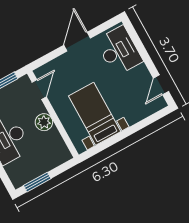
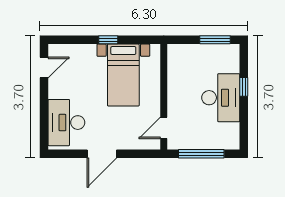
plant: (44, 122) -> (177, 94), removed
window: (122, 135) -> (108, 40), added

